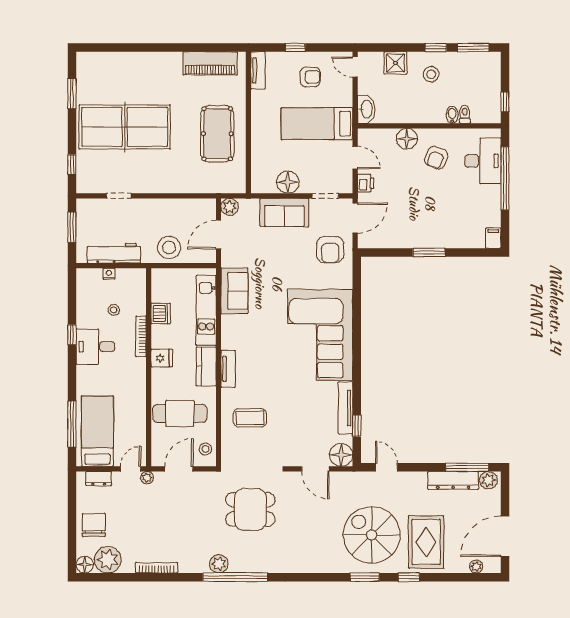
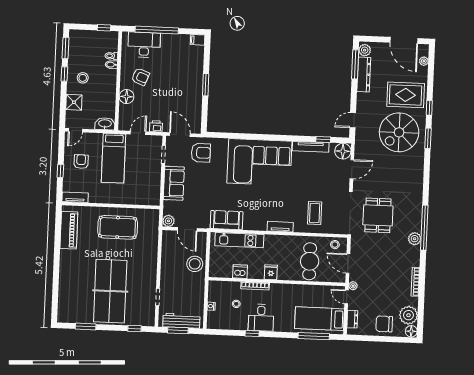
floor lamp: (288, 182) -> (153, 180), removed
workbench: (114, 253) -> (181, 321), moved, turned 90
kitchen counter: (206, 366) -> (278, 242), removed

